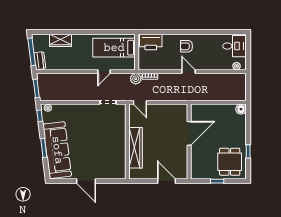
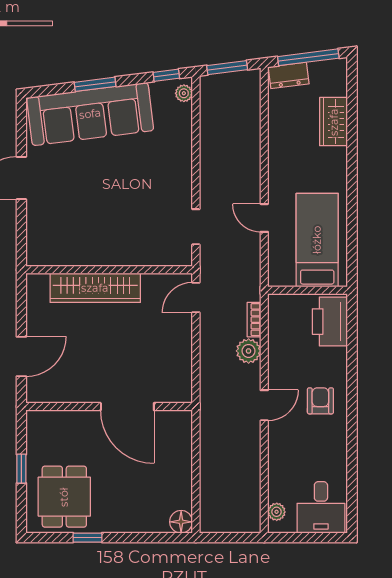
plant: (136, 79) -> (249, 351), moved
dining table: (230, 162) -> (64, 497), turned 90

